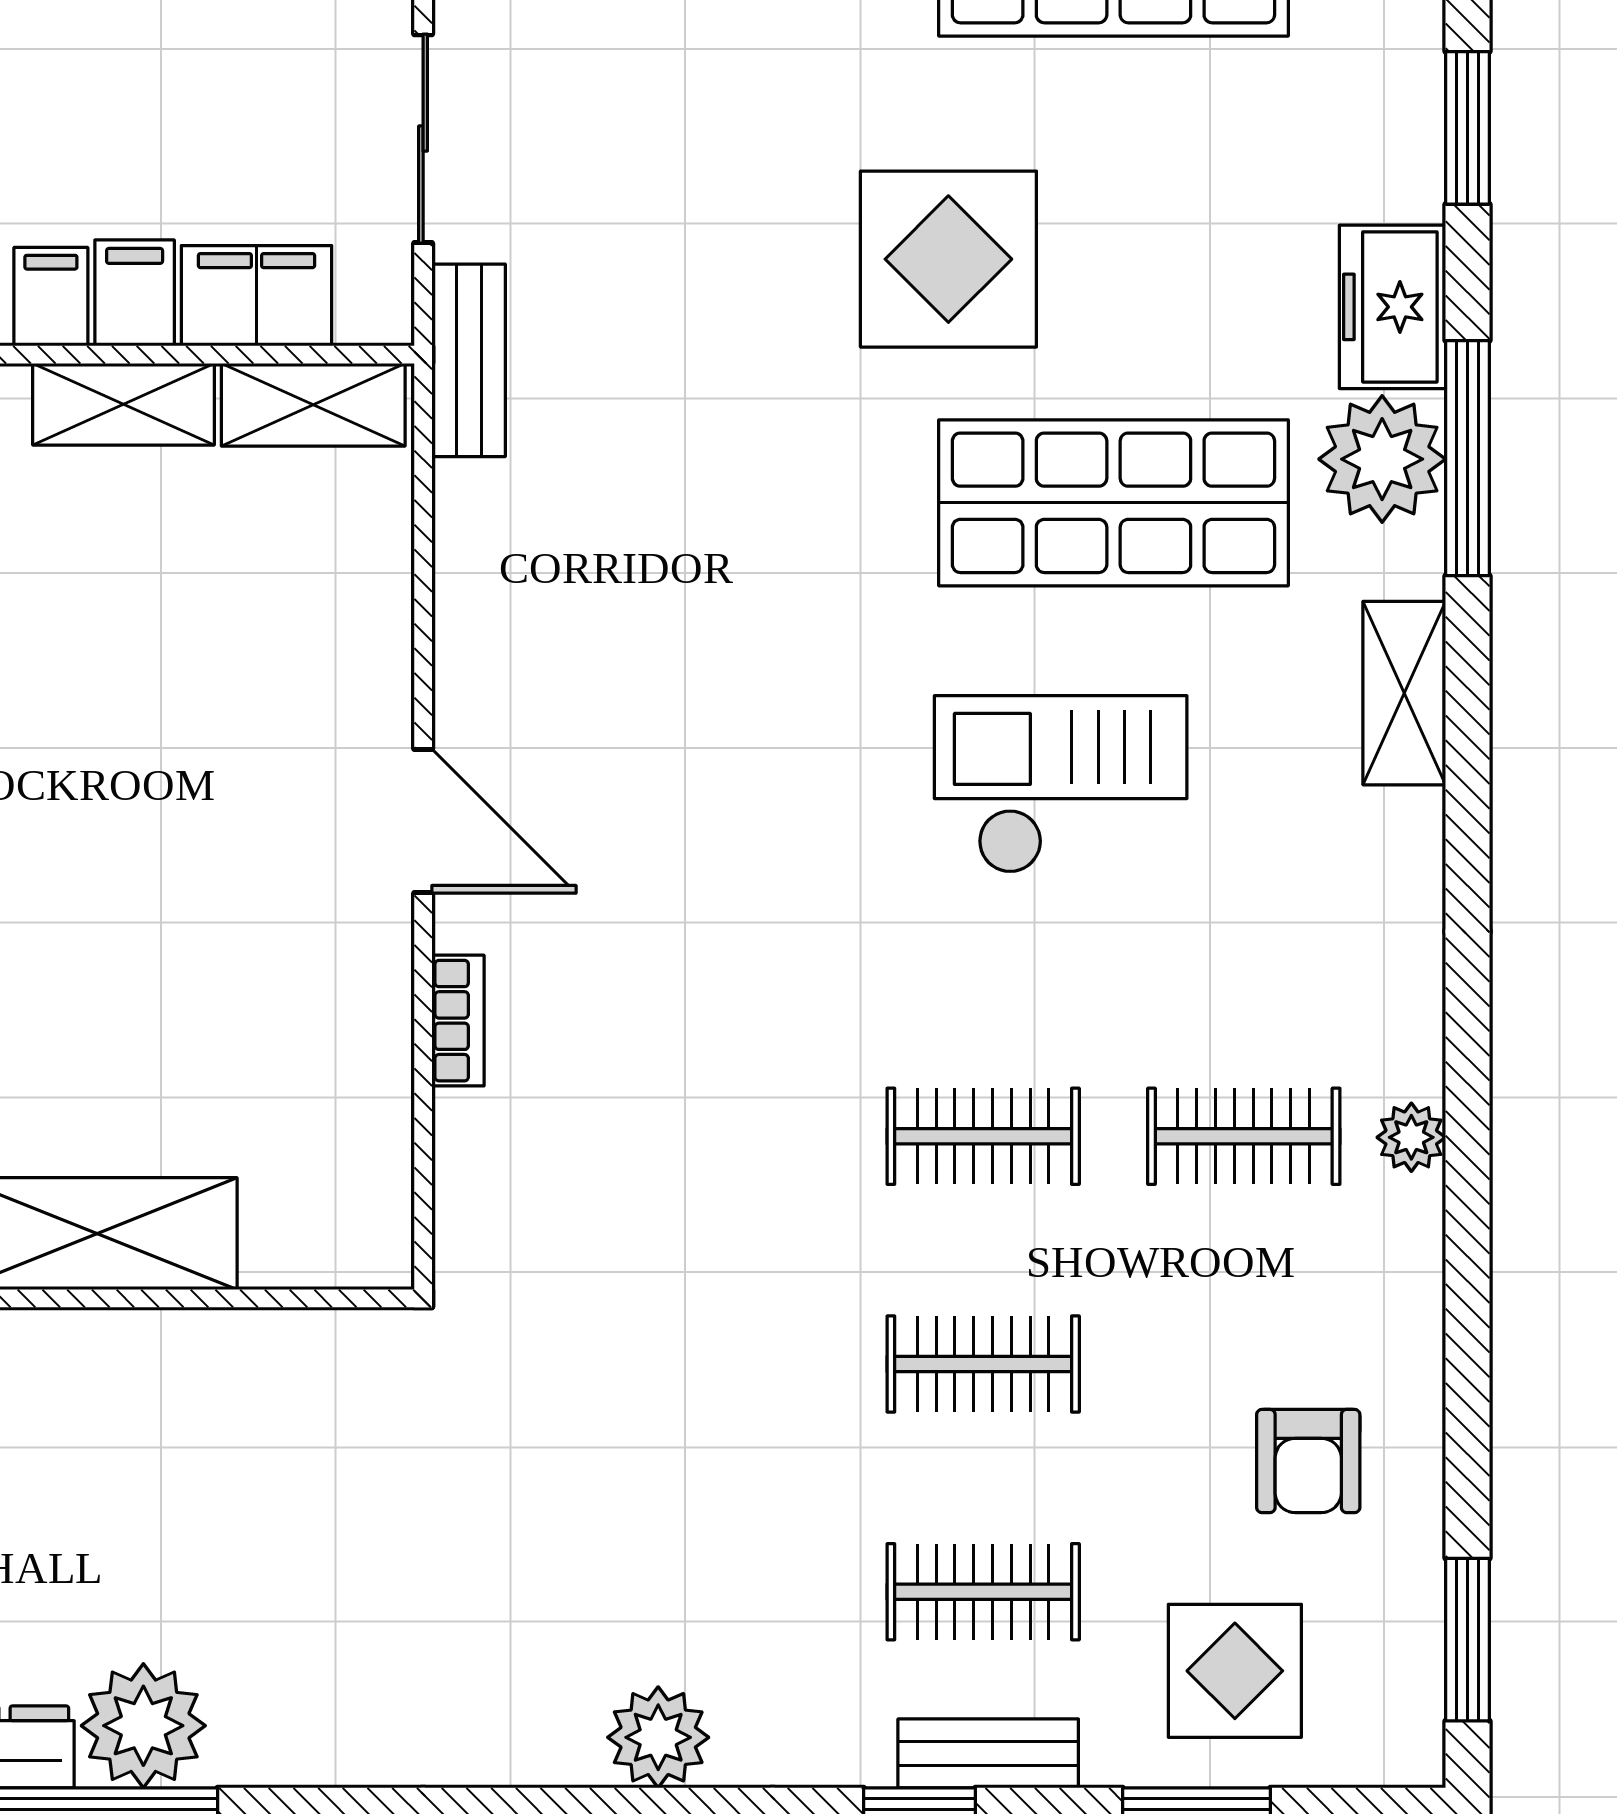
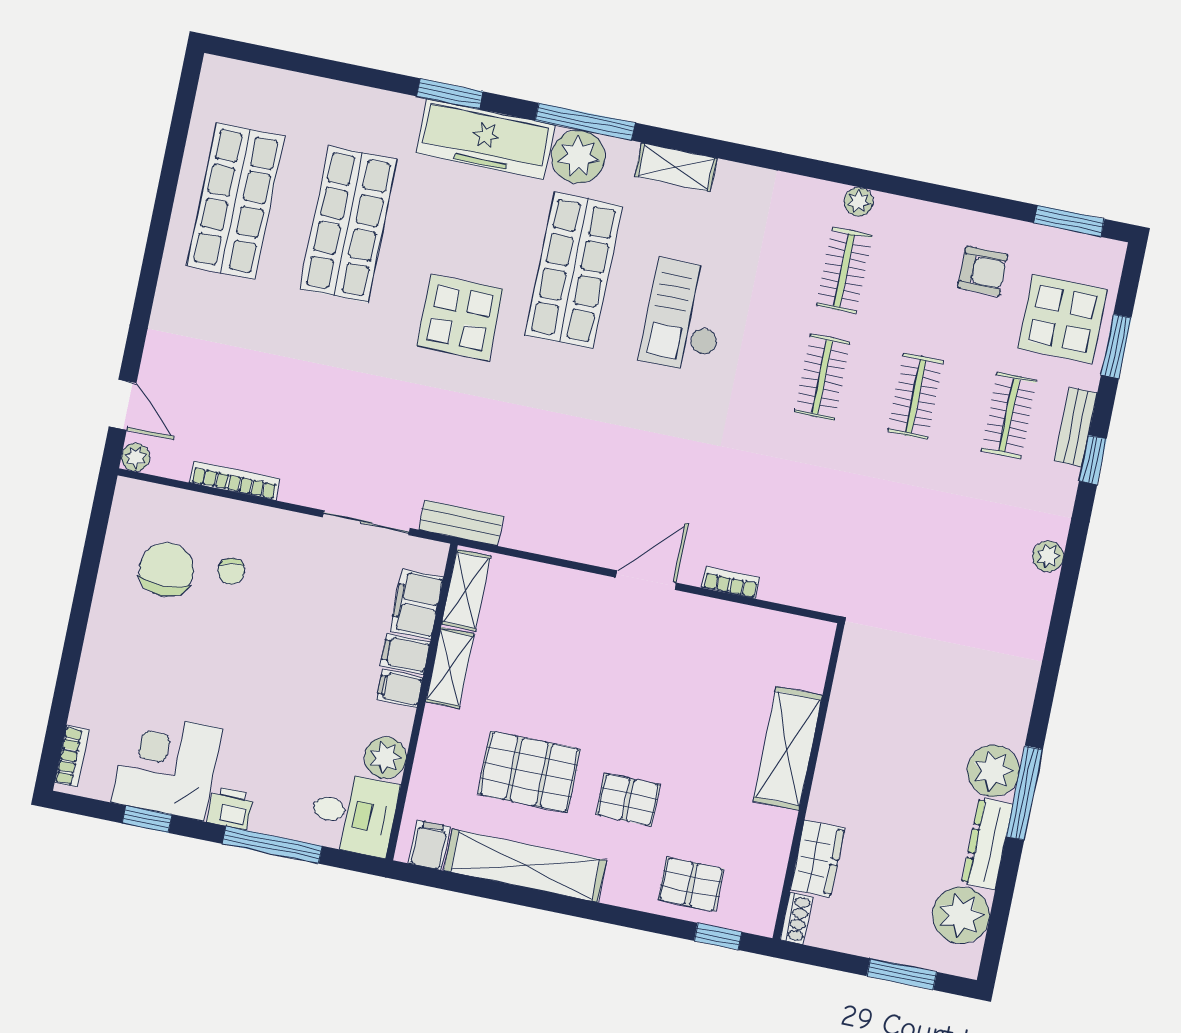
freezer: (1392, 307) -> (485, 139), width x1.91, depth x1.26
display table: (1235, 1671) -> (1062, 319), width x1.36, depth x1.36
plant: (658, 1737) -> (1048, 556), width x0.73, depth x0.73

